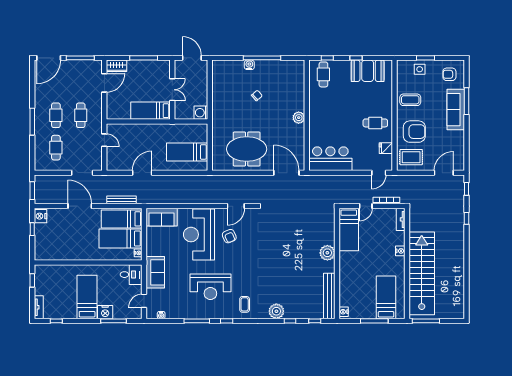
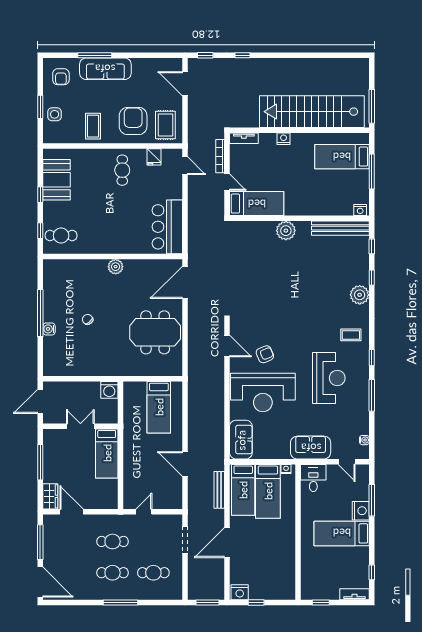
meeting table: (247, 149) -> (155, 332), turned 90

